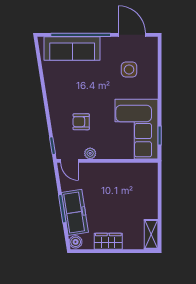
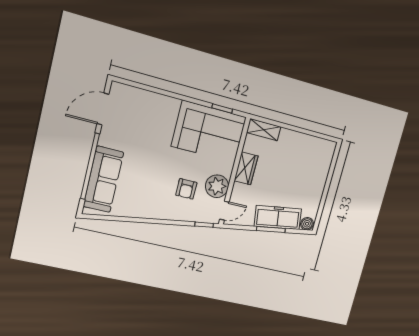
side table: (129, 69) -> (142, 123), removed
plant: (90, 153) -> (217, 186), width x1.87, depth x1.87
shelving: (151, 234) -> (264, 130), moved
wardrobe: (108, 241) -> (246, 168), moved, turned 180

